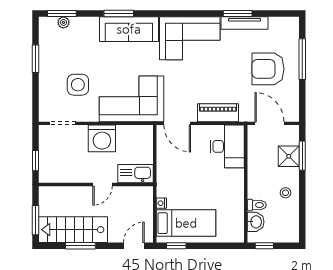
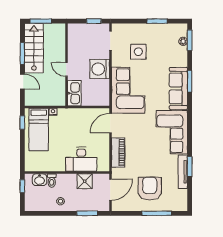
desk: (227, 146) -> (81, 159), moved
shower: (289, 156) -> (85, 181), moved
window: (35, 161) -> (94, 21), moved
door: (134, 246) -> (22, 81), moved

